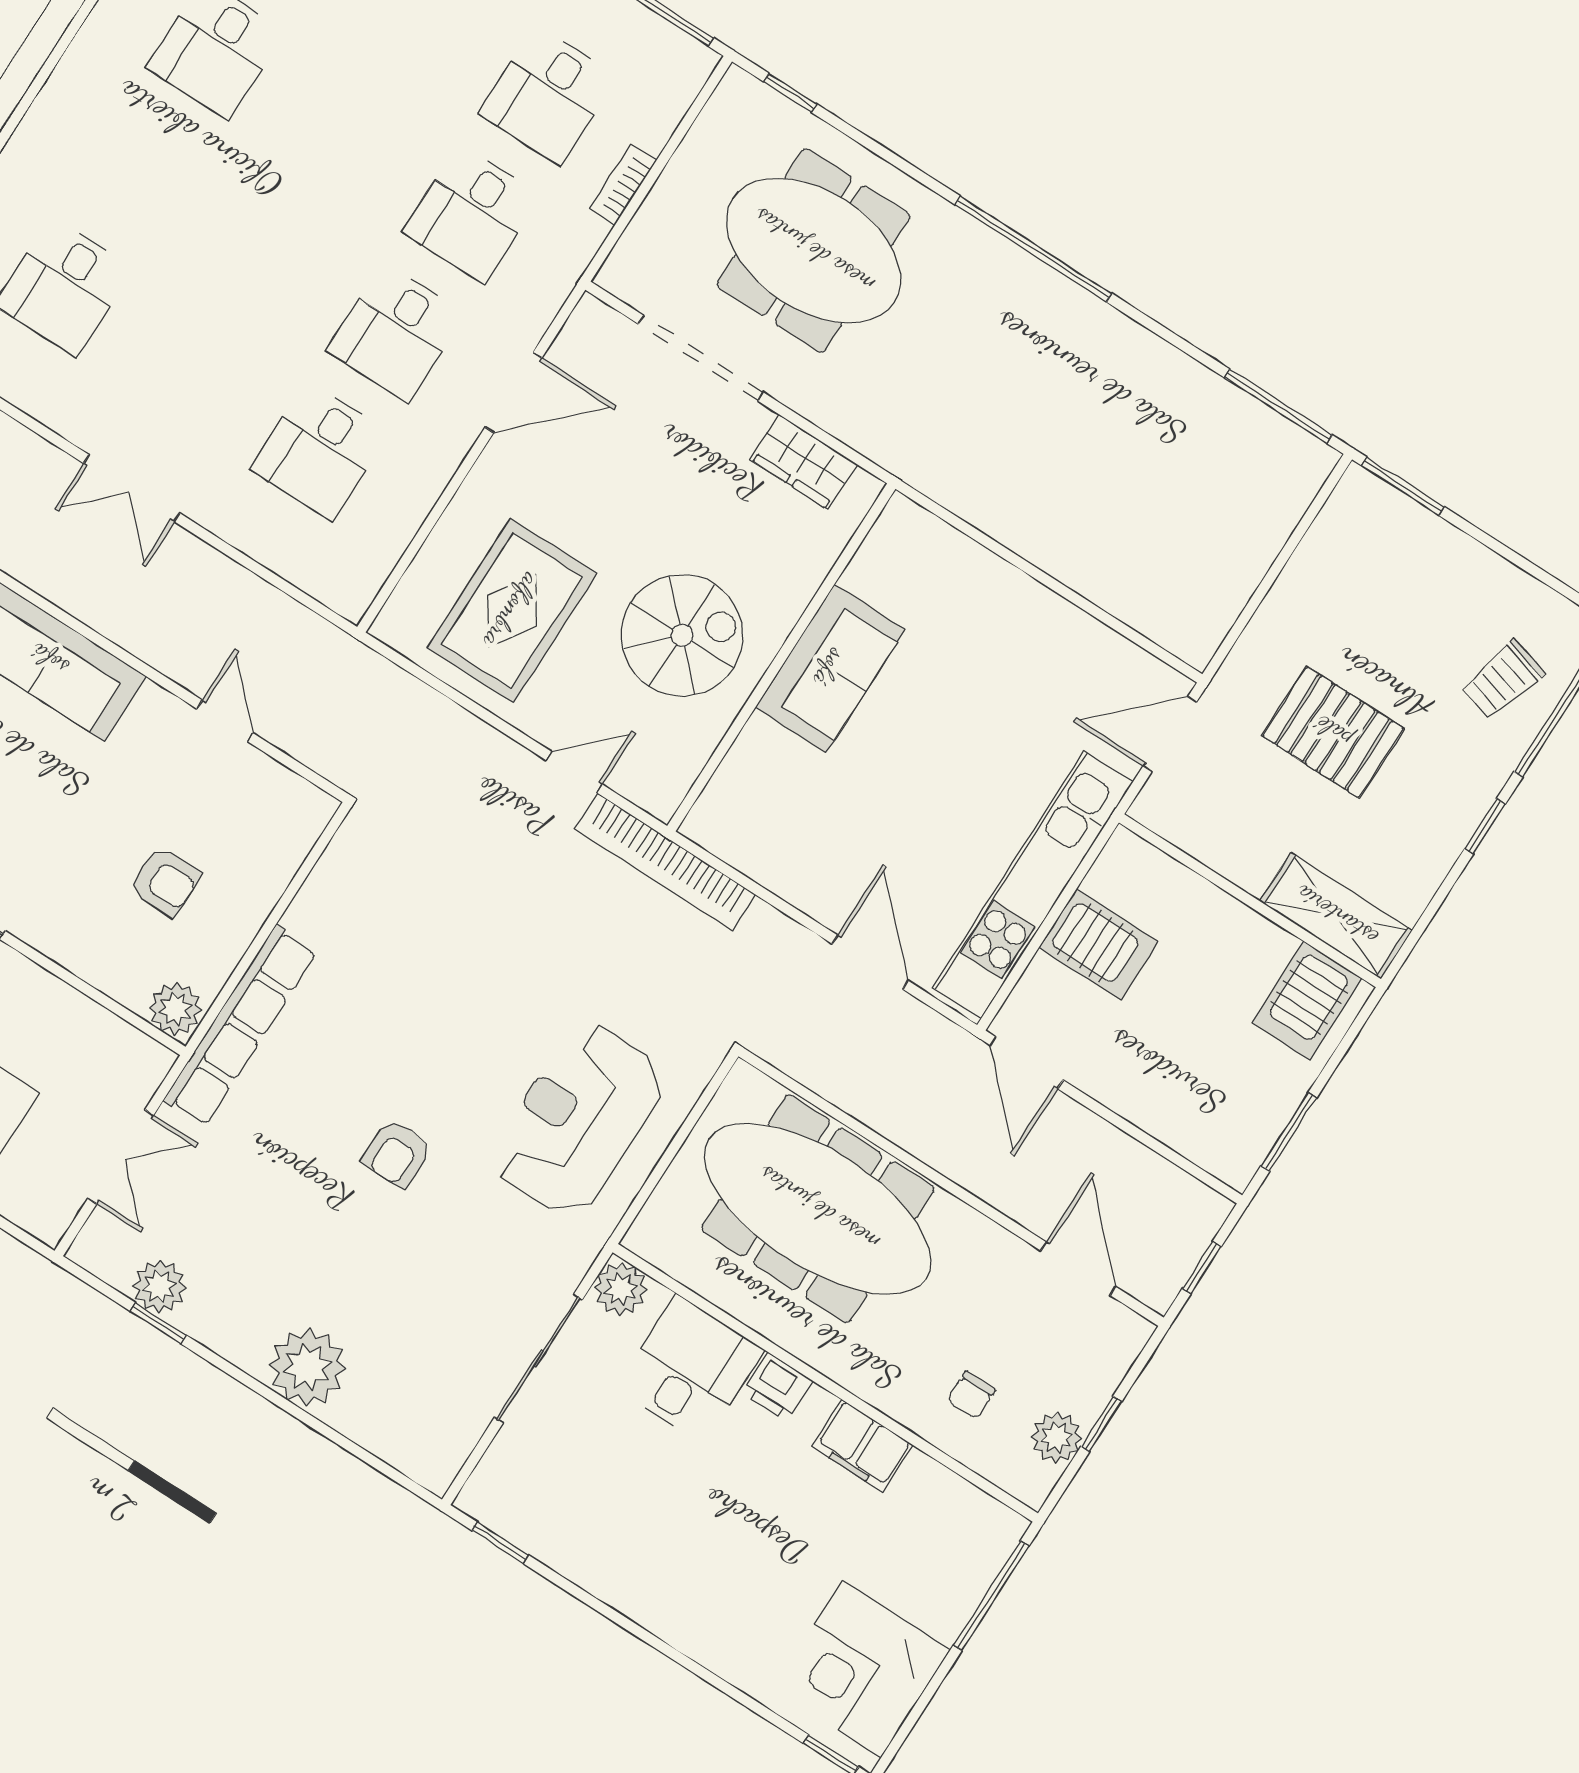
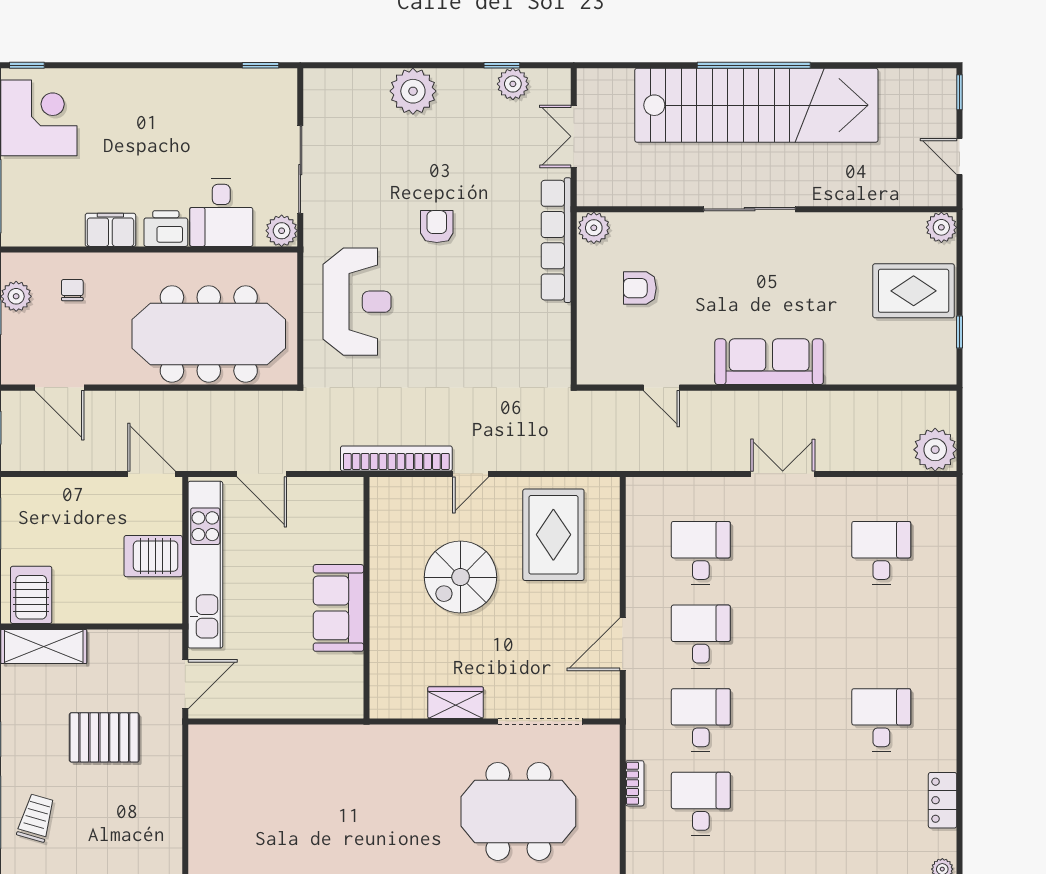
wall: (781, 657) -> (366, 598), moved
sofa: (830, 668) -> (338, 608), moved
printer: (778, 1387) -> (166, 229), width x1.36, depth x1.24

